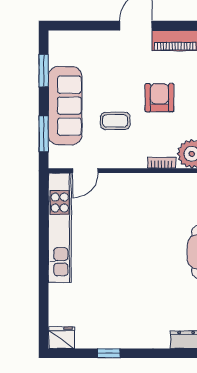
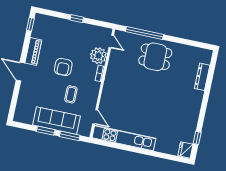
window: (44, 71) -> (46, 131), moved
armchair: (159, 98) -> (63, 67), turned -90
window: (109, 353) -> (197, 138), moved

